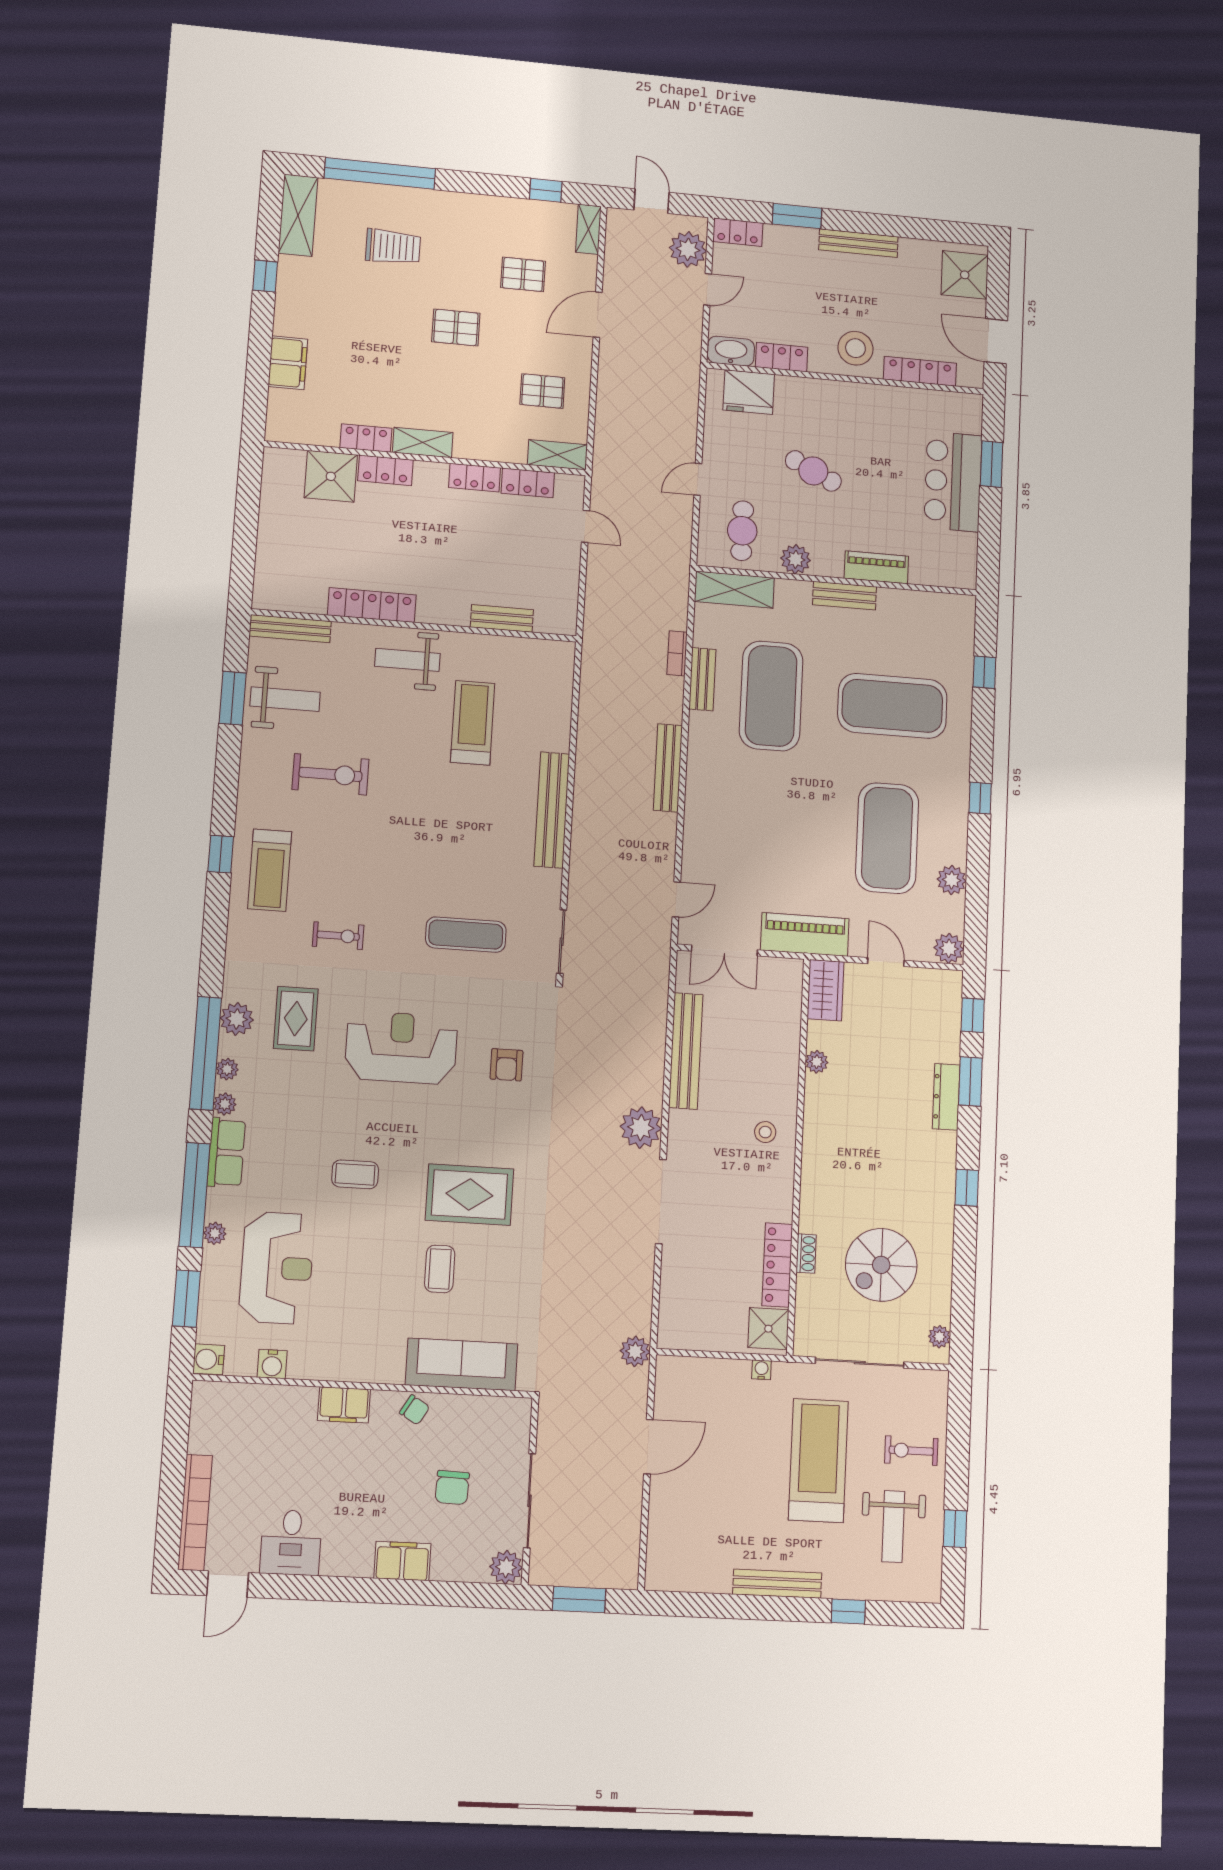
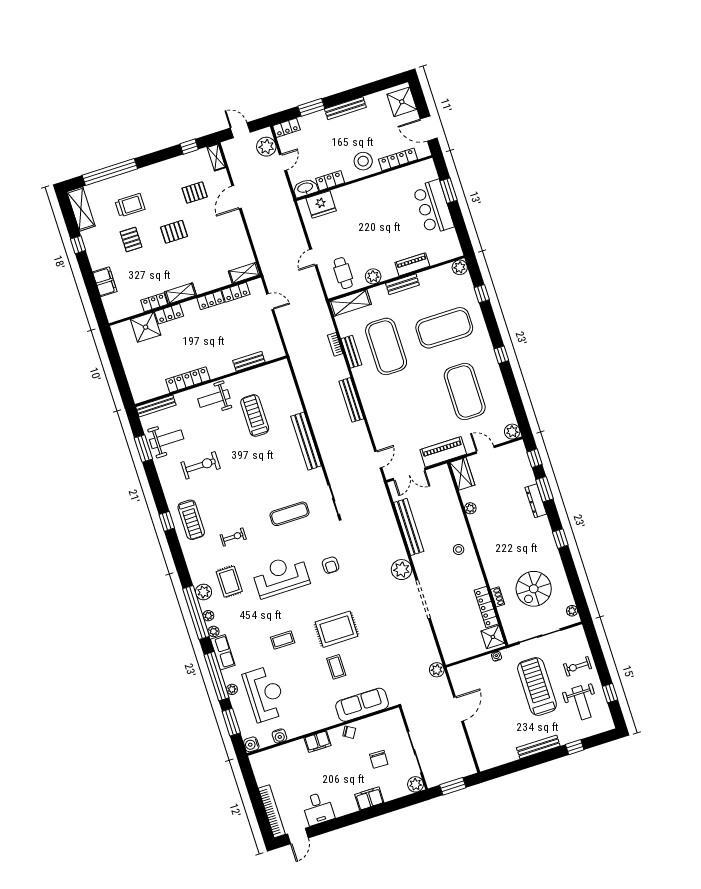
pallet: (542, 391) -> (131, 239), moved, turned 90
cafe table: (813, 471) -> (366, 230), removed
plant: (952, 880) -> (460, 267), moved

